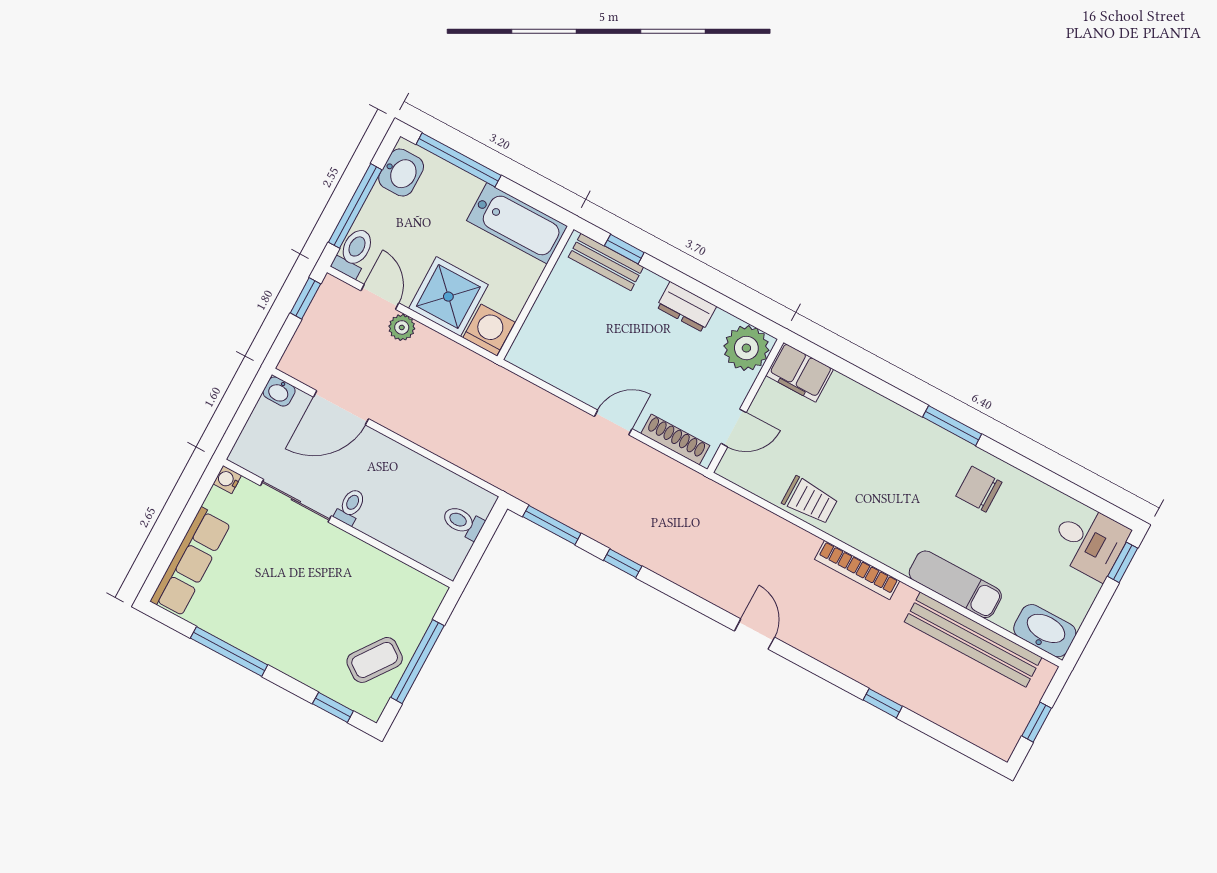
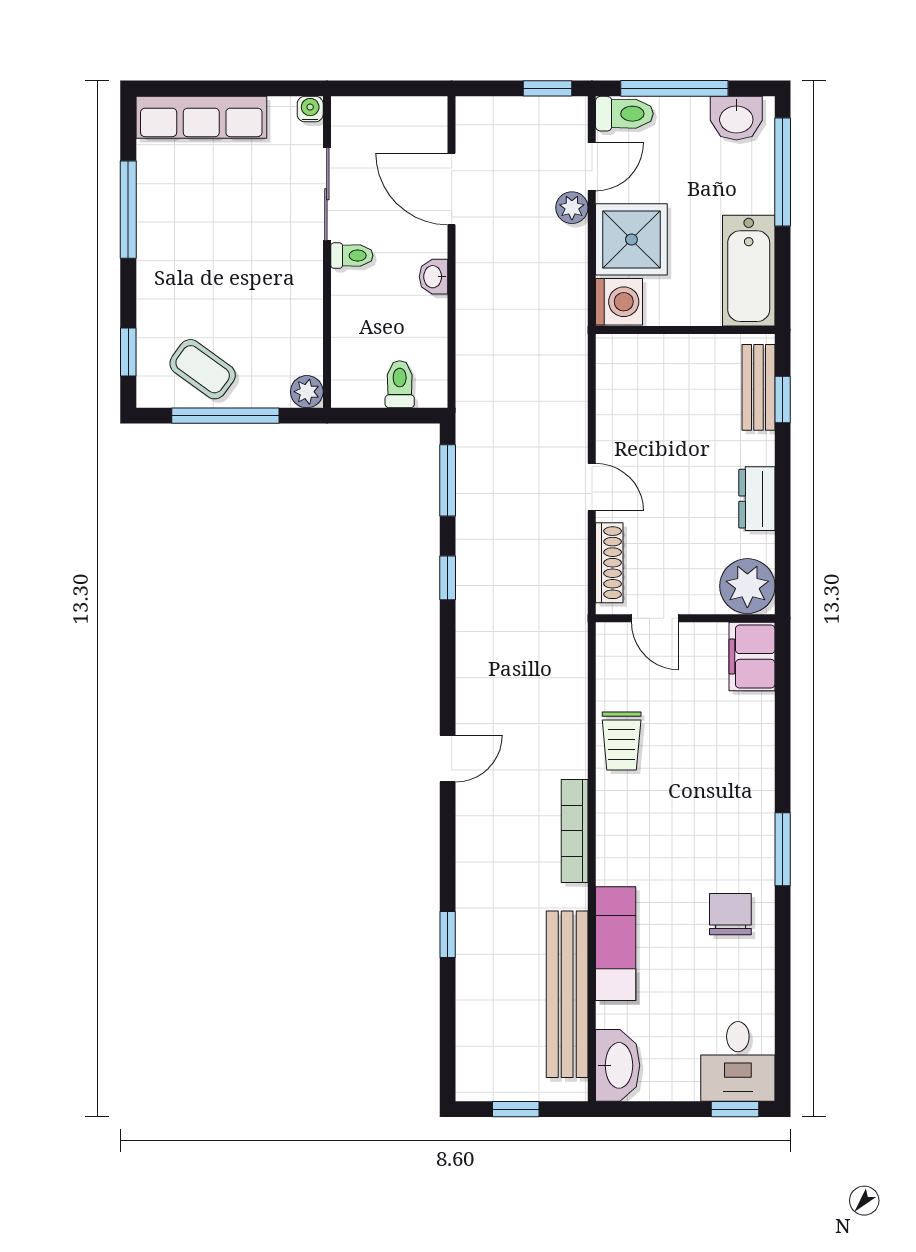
washbasin: (279, 391) -> (433, 277), moved
plant: (432, 593) -> (307, 392), added

